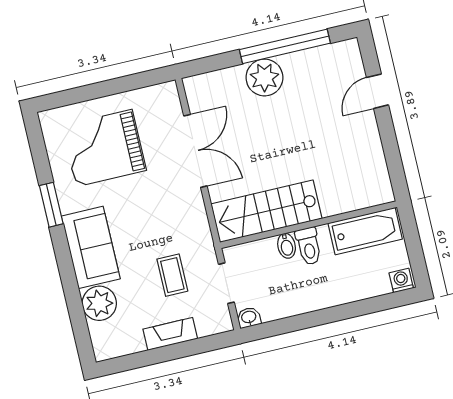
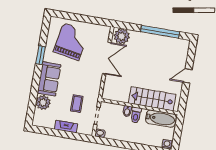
plant: (264, 78) -> (122, 36), moved
door: (377, 91) -> (187, 76), moved
grand piano: (104, 148) -> (71, 42), turned 100
stairs: (266, 211) -> (152, 99), moved

